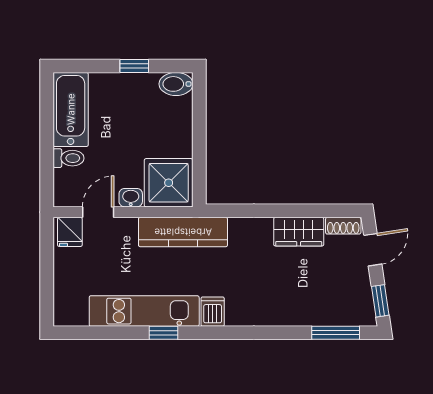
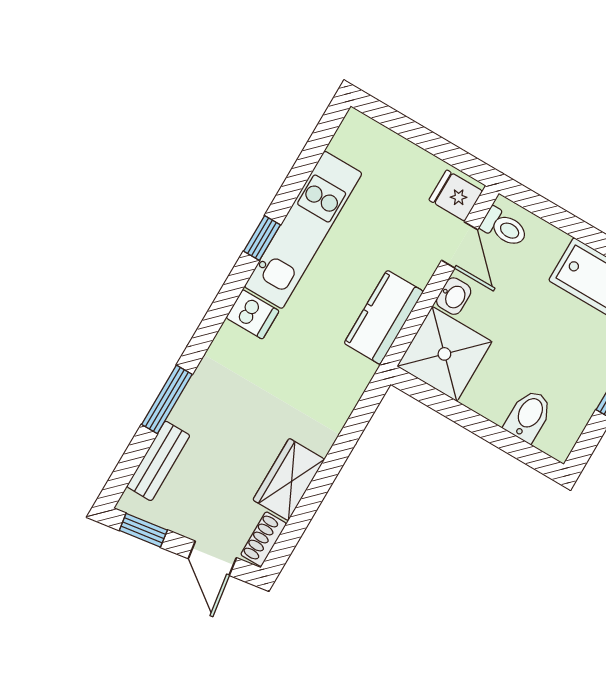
bidet: (176, 84) -> (529, 416), moved
toilet: (68, 158) -> (504, 227), moved, turned -90
kitchen counter: (183, 232) -> (384, 317), width x0.67
bench: (334, 316) -> (158, 461), added
window: (336, 333) -> (167, 399), moved

